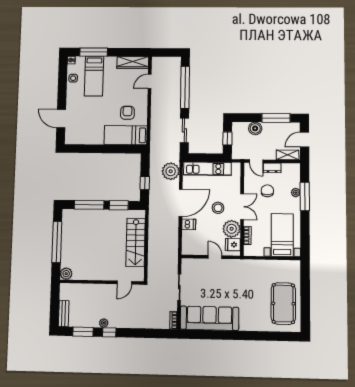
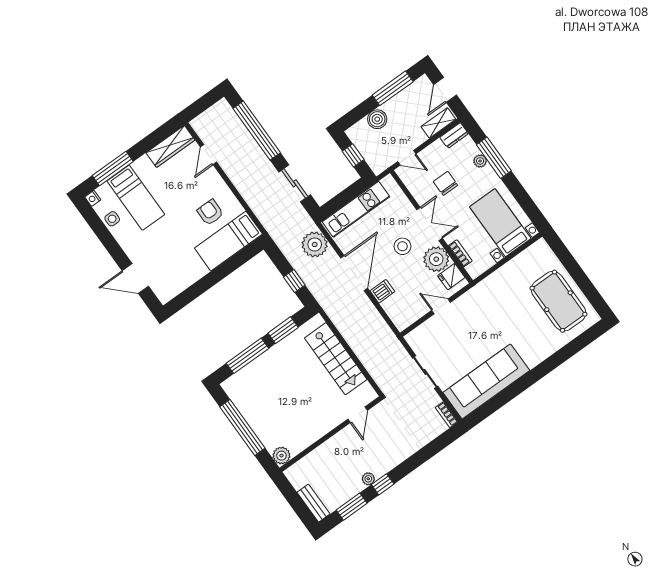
dresser: (272, 168) -> (454, 135), moved

